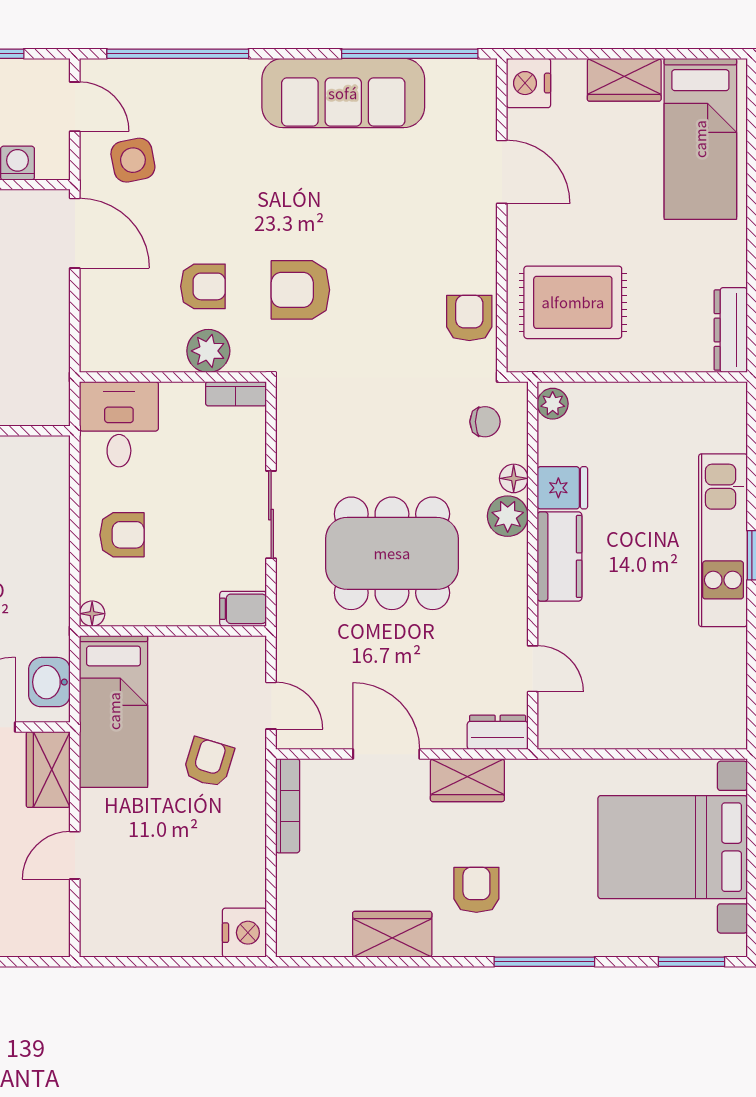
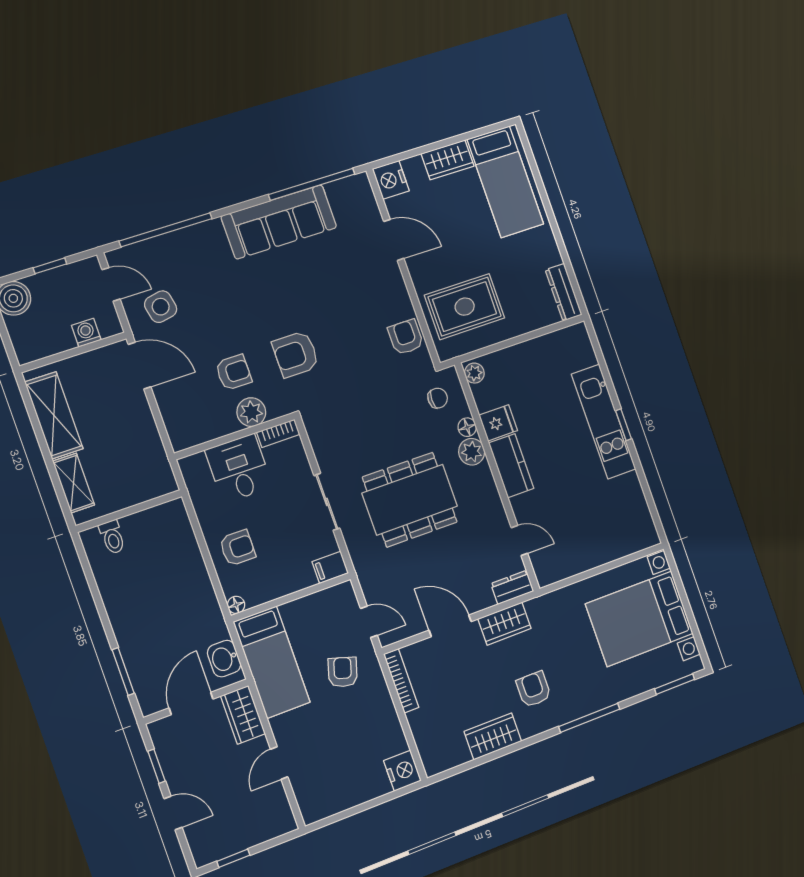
desk: (119, 424) -> (239, 468), moved

